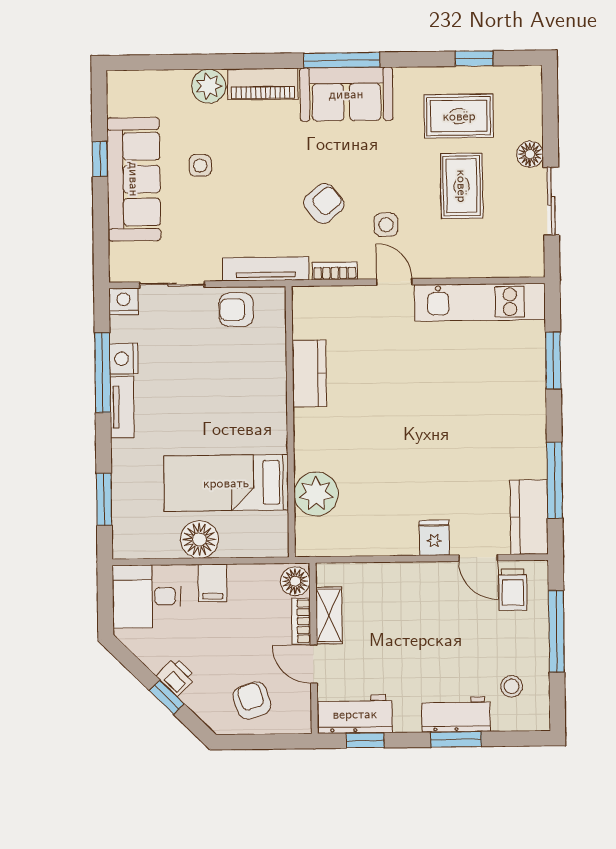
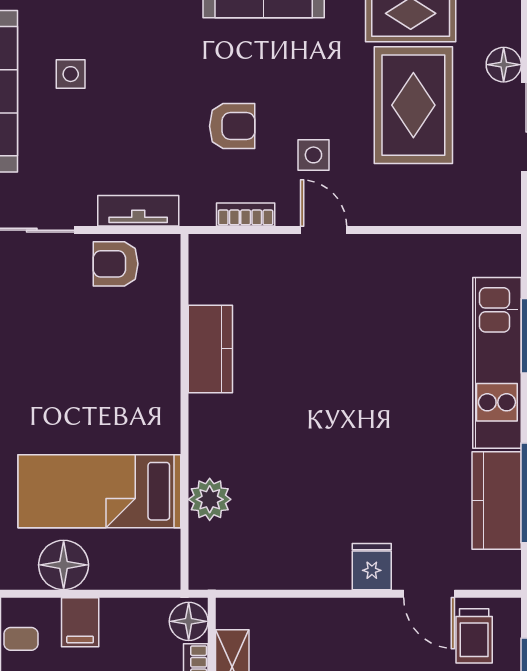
rug: (462, 186) -> (413, 105), width x1.36, depth x1.43
armchair: (324, 204) -> (232, 126), turned 40
tv unit: (266, 269) -> (138, 211), width x0.71
kitchen unit: (480, 302) -> (497, 363), moved, turned 90
plant: (316, 494) -> (210, 499), width x0.73, depth x0.73
kitchen counter: (529, 517) -> (497, 500), moved

